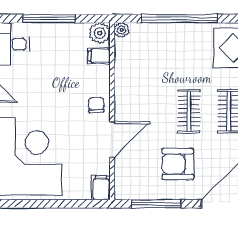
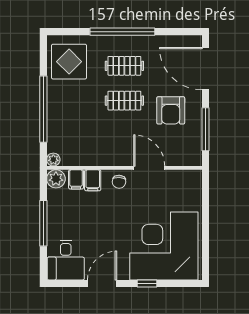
chair: (96, 105) -> (119, 182), turned -83
filing cabinet: (101, 188) -> (93, 180), moved, turned -90

